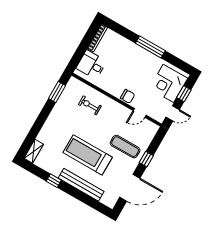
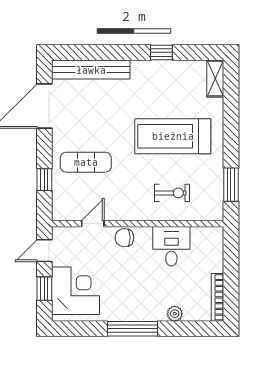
plant: (124, 42) -> (175, 314), added
desk: (91, 65) -> (171, 246), moved, turned -90
treadmill: (88, 155) -> (173, 136), moved, turned 180
window: (146, 159) -> (44, 180), moved
bench: (81, 185) -> (91, 70), moved

